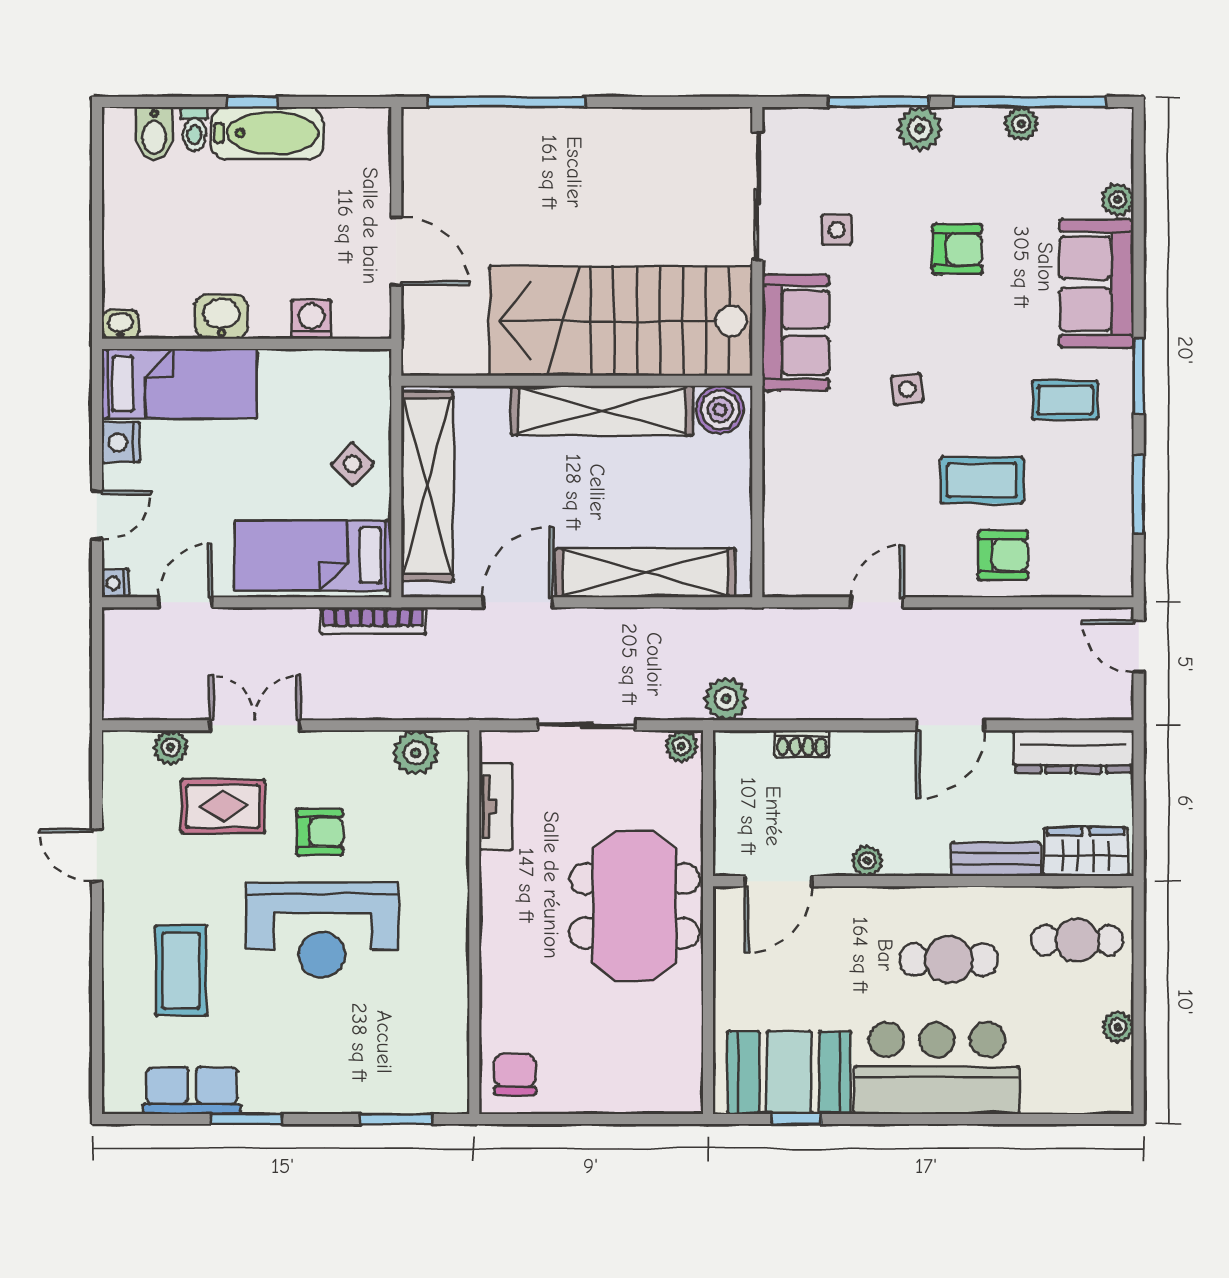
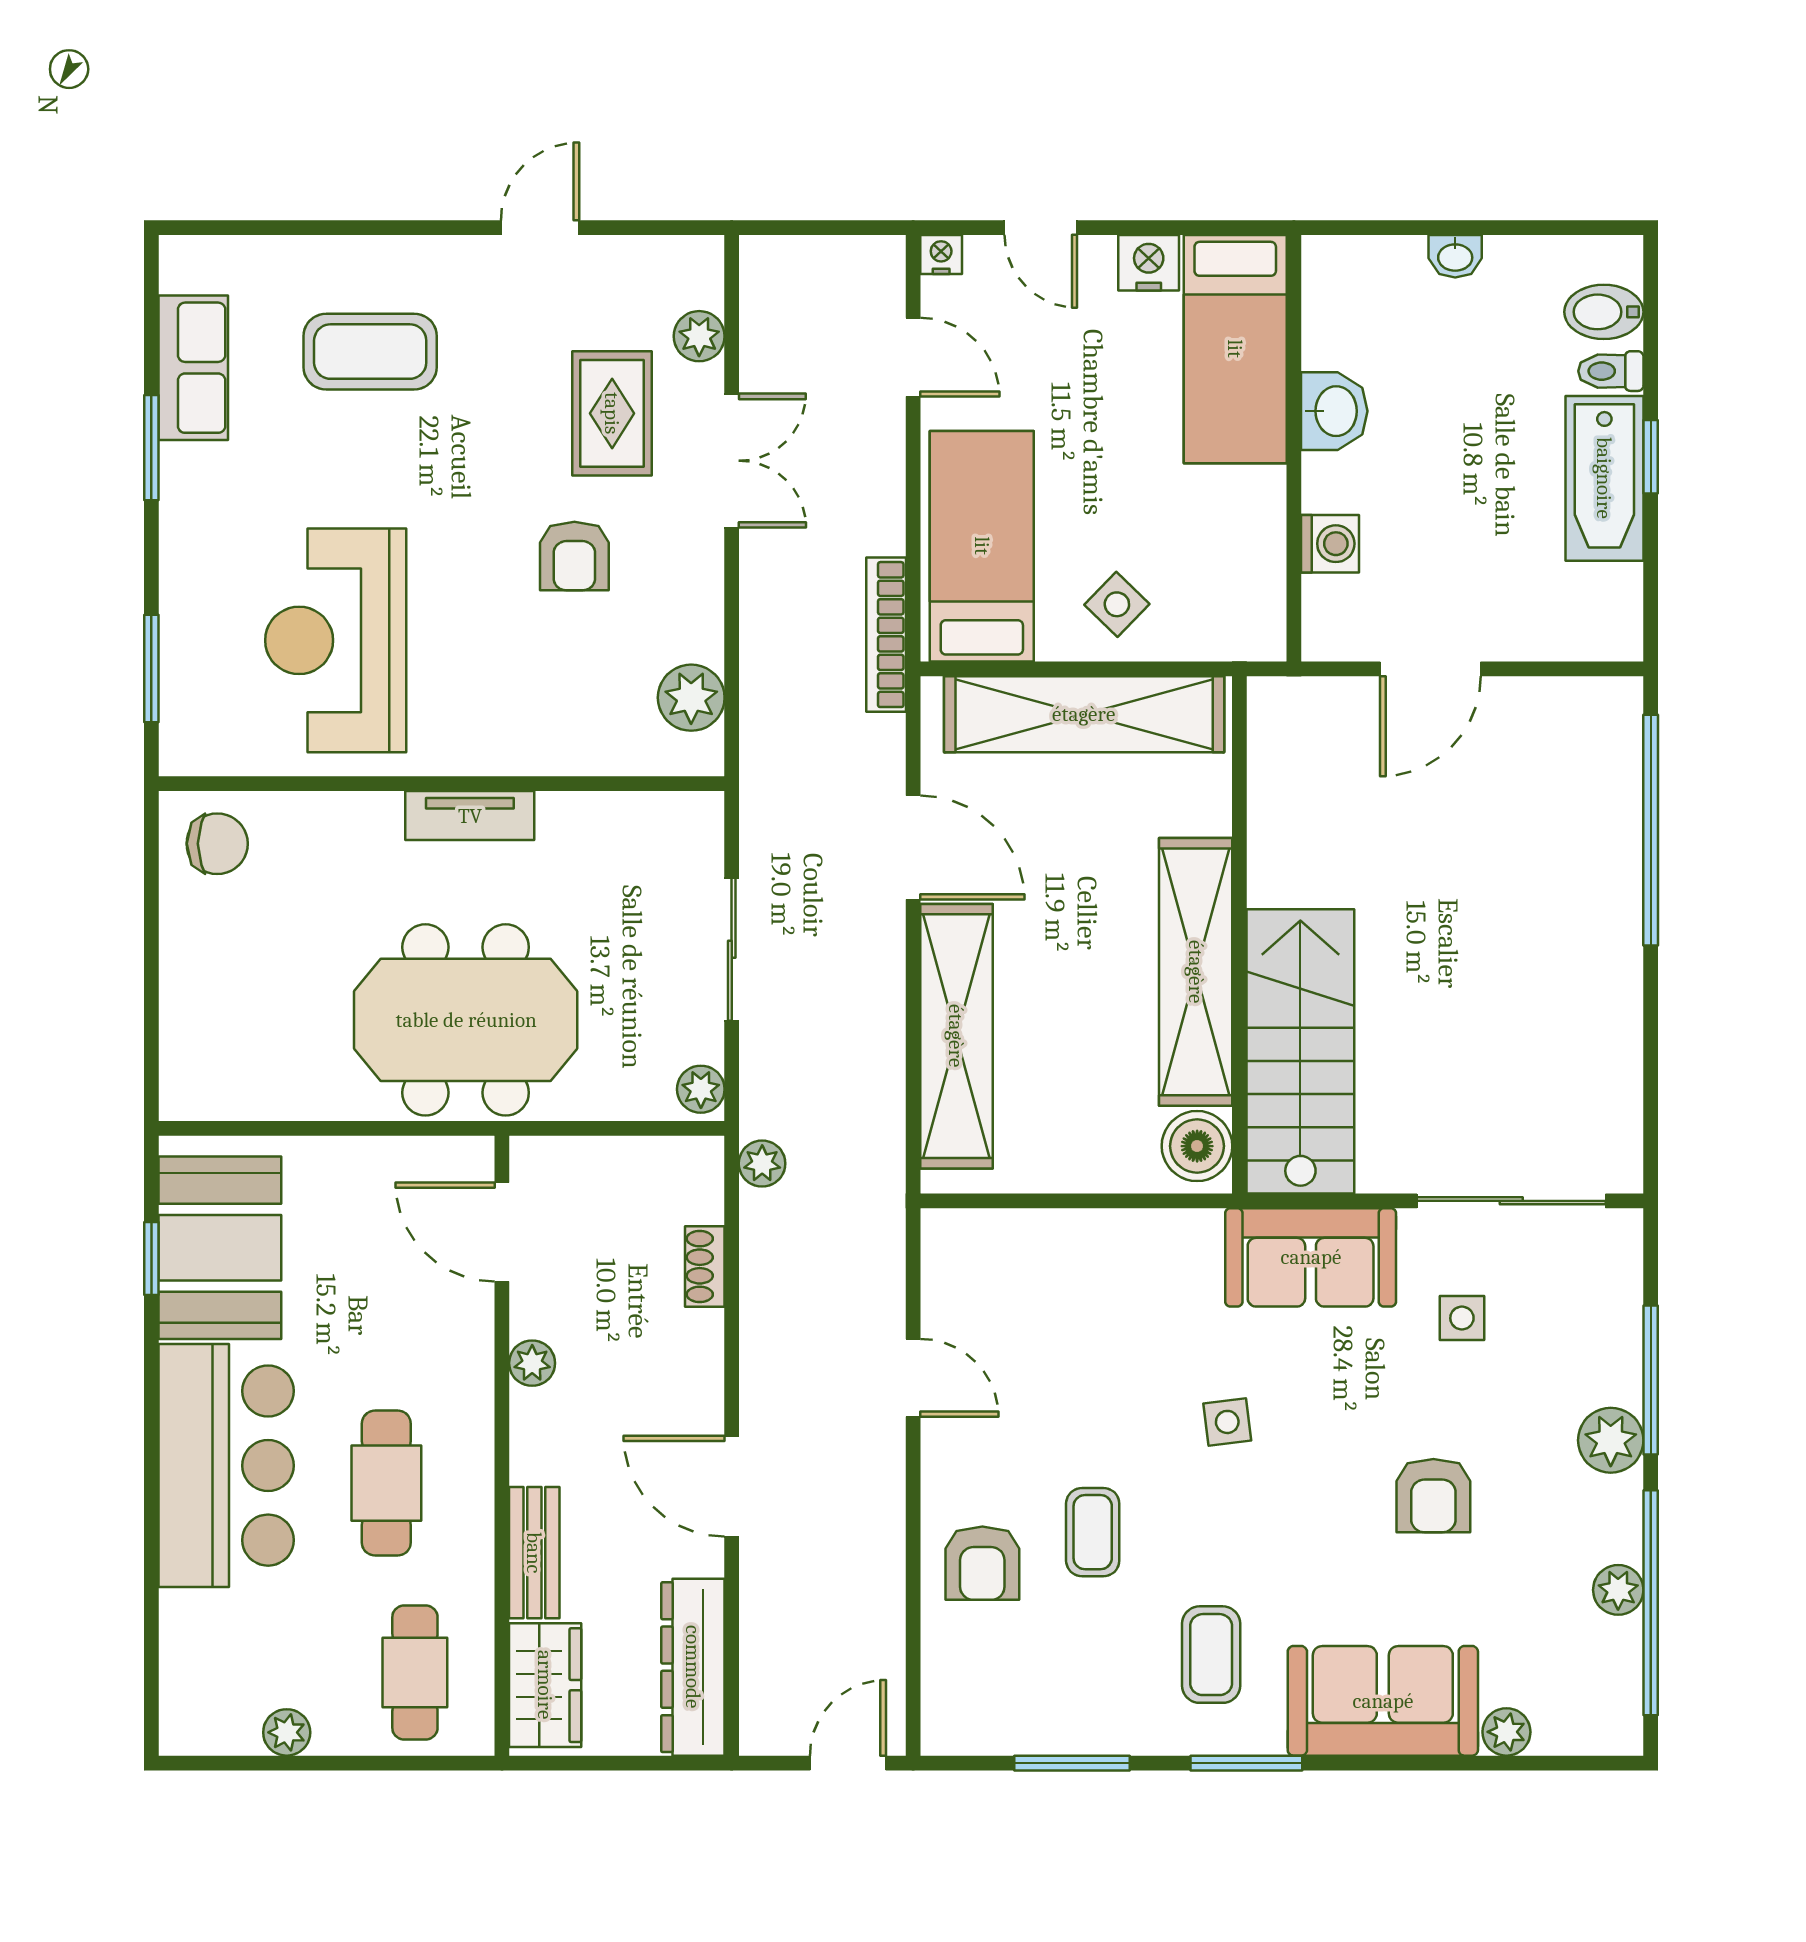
stairs: (621, 321) -> (1300, 1051), width x0.73, depth x0.66
washbasin: (120, 324) -> (1455, 256), moved, turned 90
coffee table: (982, 480) -> (1093, 1532), width x0.73, depth x0.77
plant: (726, 699) -> (762, 1164), width x0.73, depth x0.73
tv unit: (496, 807) -> (470, 816), moved
reception desk: (322, 930) -> (336, 640), moved

